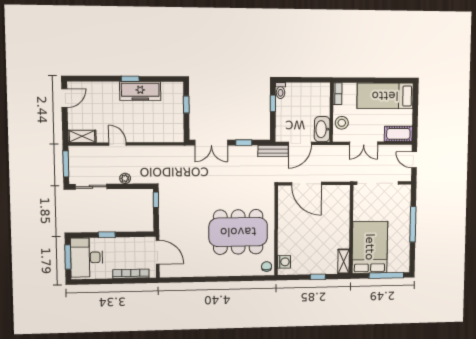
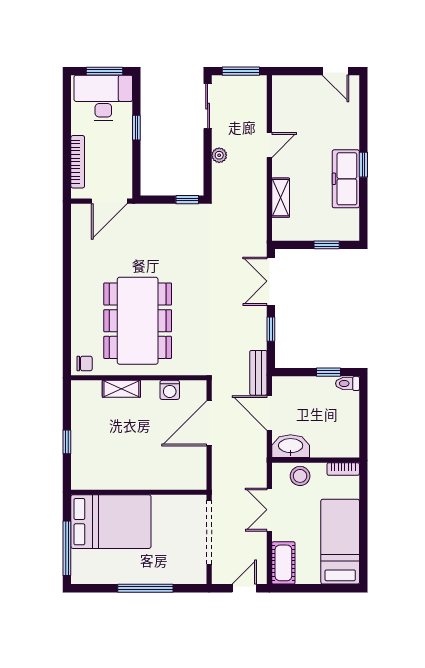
shelving: (82, 136) -> (281, 198), moved
shelving: (344, 261) -> (121, 389), moved
washing machine: (284, 262) -> (170, 390), moved

